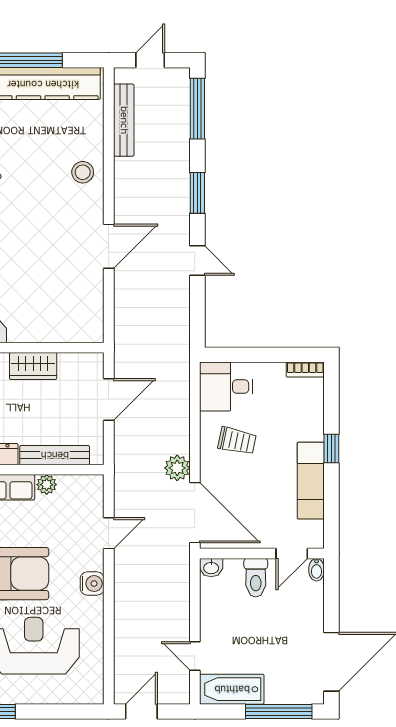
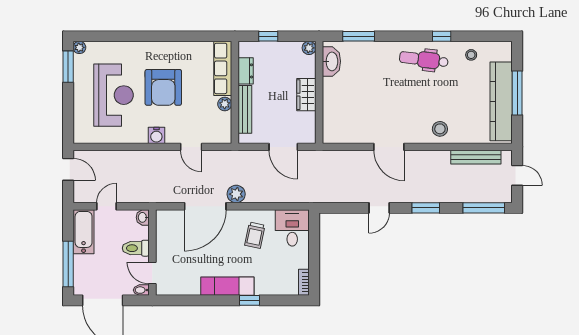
wall: (262, 553) -> (152, 252), moved
door: (292, 553) -> (152, 273), moved
washbasin: (211, 568) -> (143, 217), moved
bidet: (316, 570) -> (141, 290), moved
toilet: (256, 578) -> (136, 248), moved

